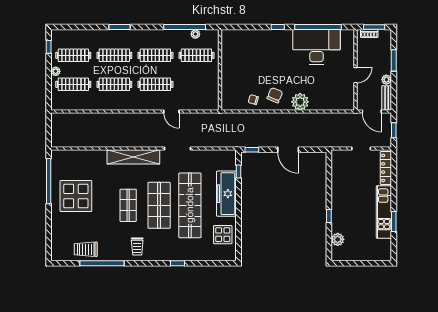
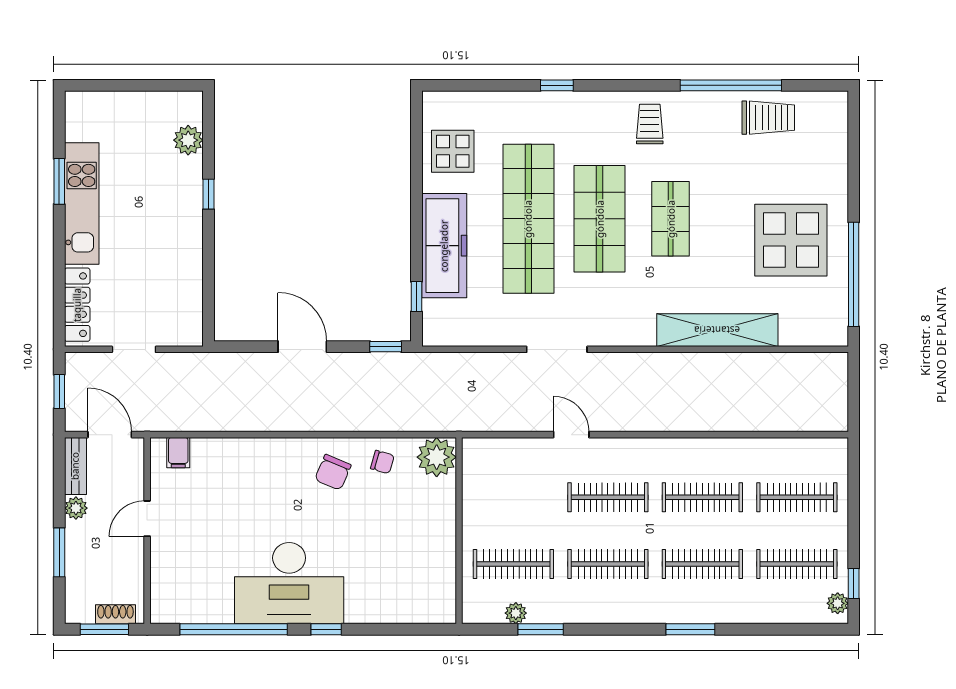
window: (185, 27) -> (541, 629), width x0.47
desk: (316, 47) -> (289, 583), moved
plant: (56, 71) -> (838, 603), moved
plant: (300, 102) -> (437, 457), moved
filing cabinet: (342, 104) -> (178, 453), added
shelving: (133, 157) -> (717, 330), moved

